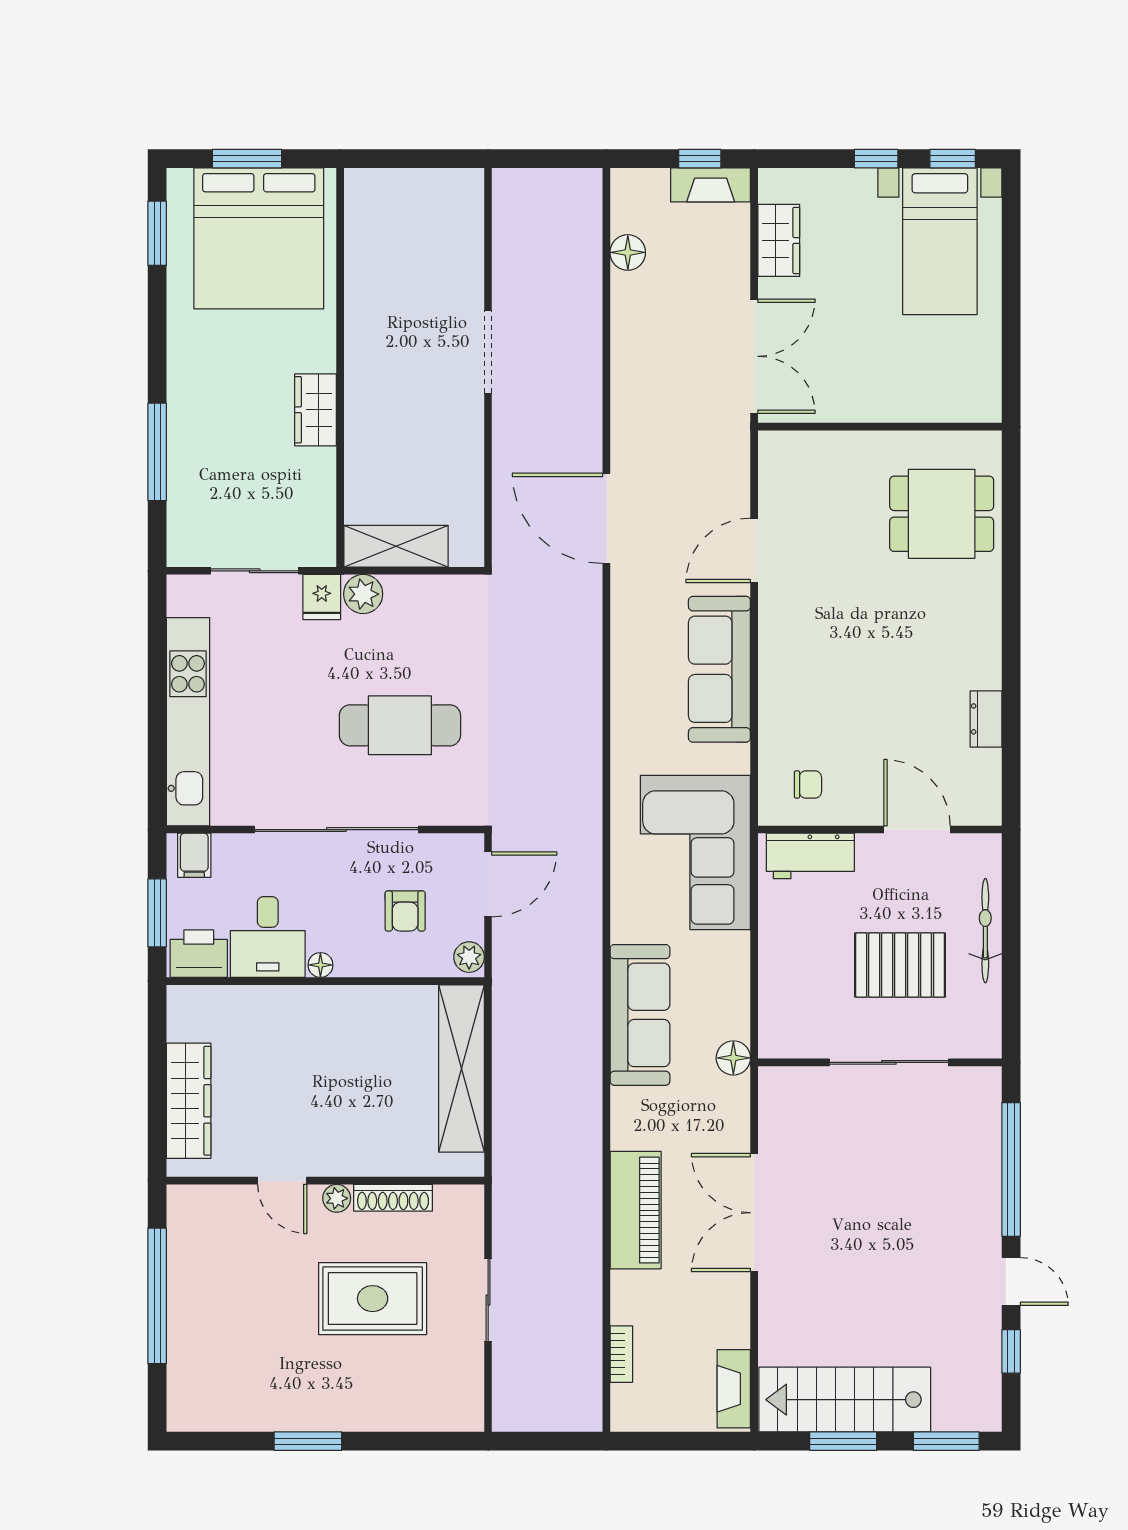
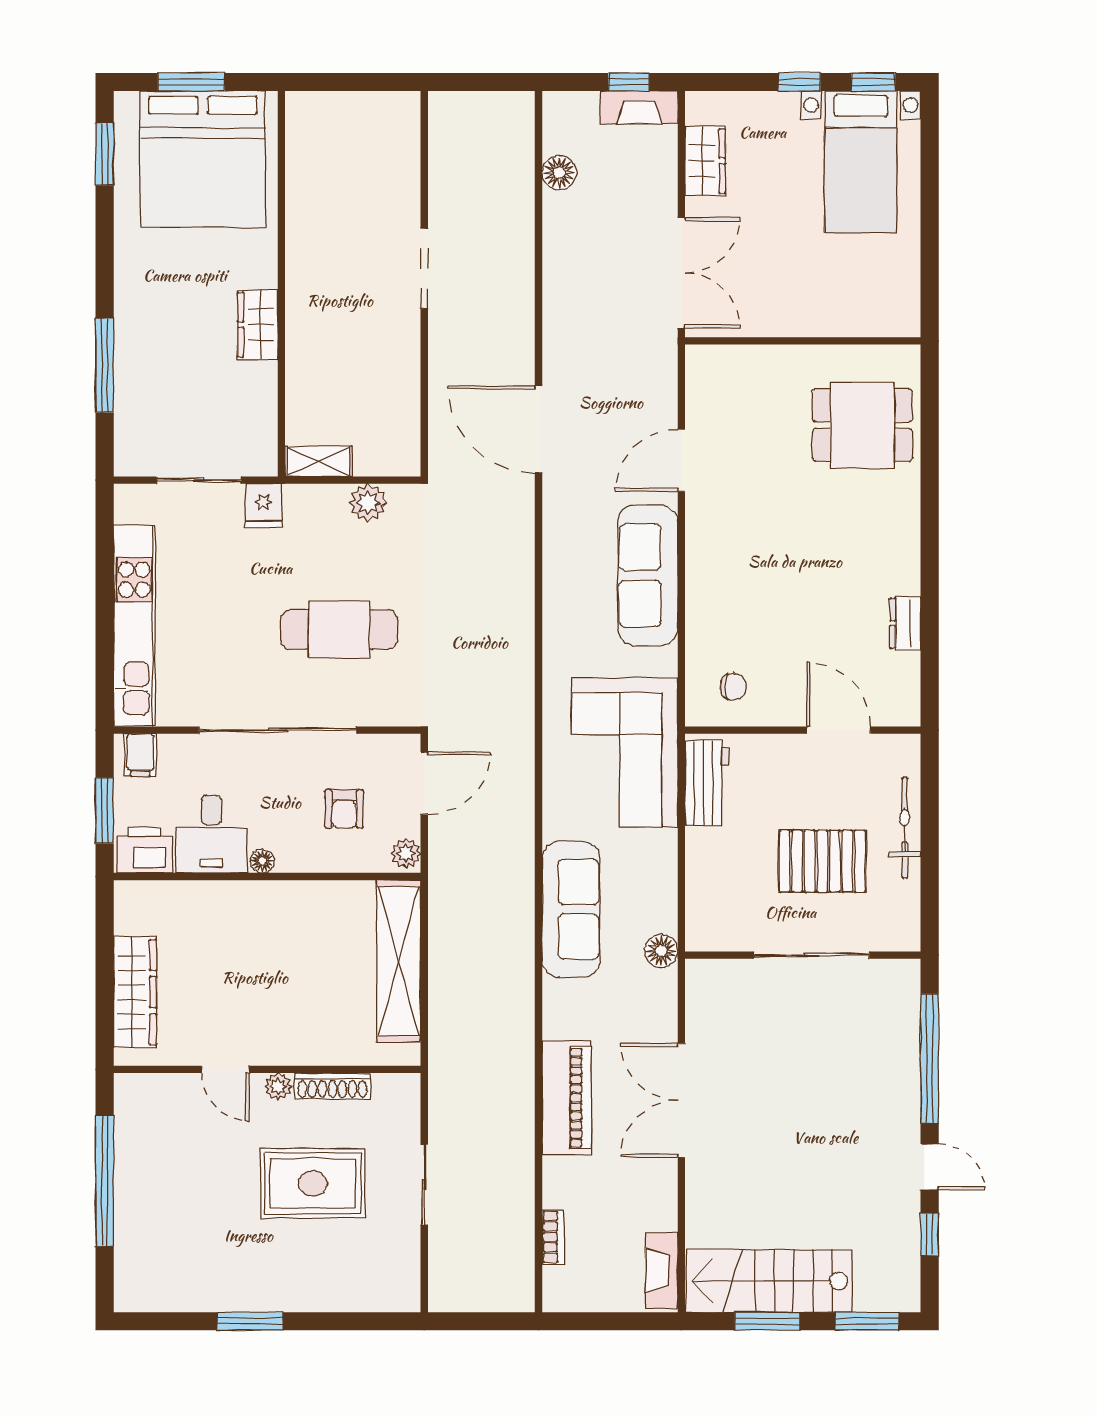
shelving: (396, 546) -> (318, 461), width x0.67, depth x0.75
plant: (363, 594) -> (368, 503), moved
workbench: (810, 856) -> (707, 783), moved, turned -90

